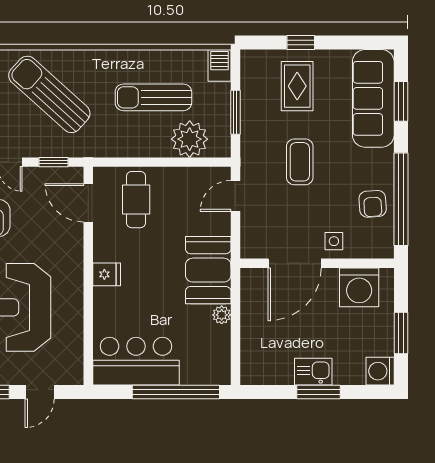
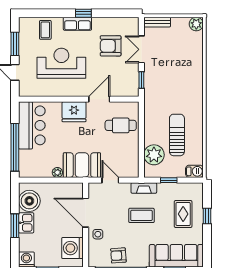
rug: (297, 86) -> (183, 214), turned 90
sun lounger: (49, 94) -> (179, 78), removed
window: (235, 112) -> (169, 180), width x0.67
fireplace: (250, 157) -> (144, 188), added
door: (235, 196) -> (110, 180), moved
door: (88, 203) -> (99, 99), moved
fridge: (107, 274) -> (74, 112), width x1.88, depth x1.34
boiler: (273, 366) -> (29, 201), added

